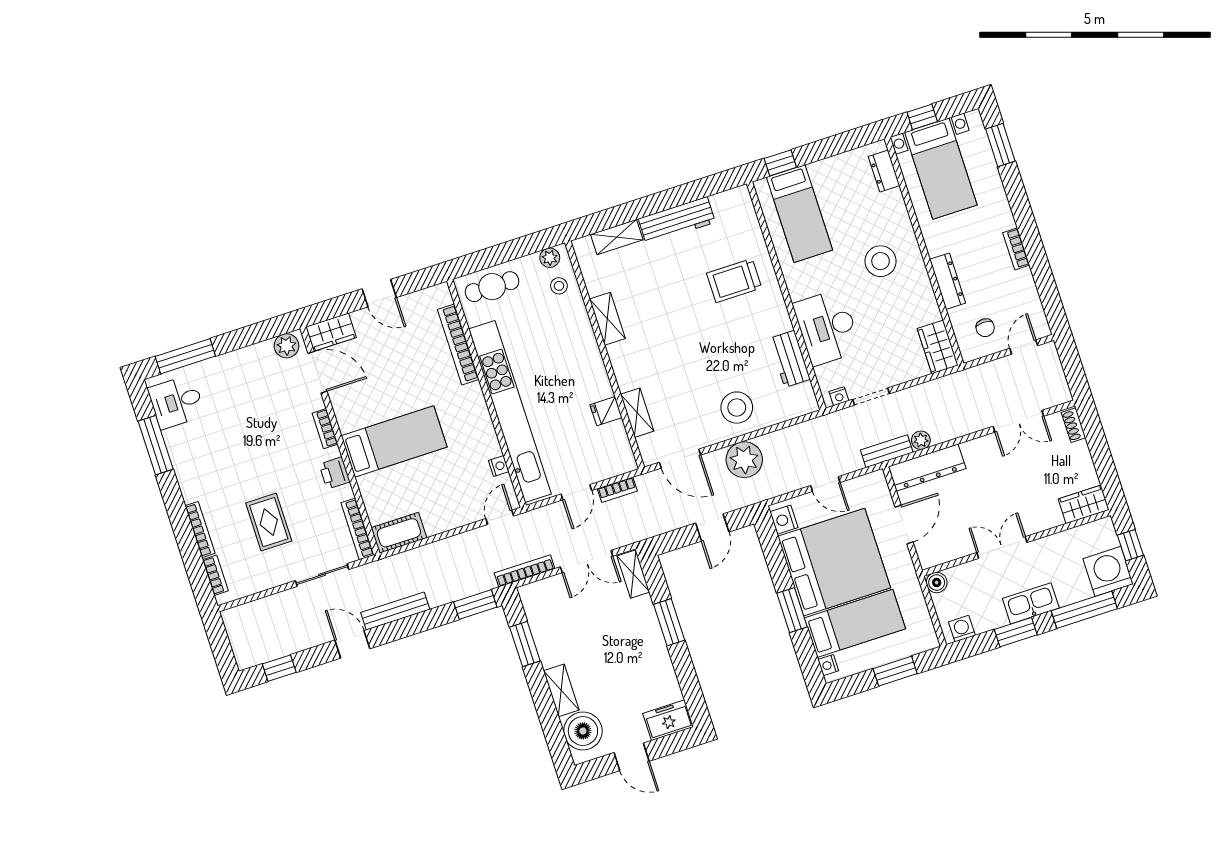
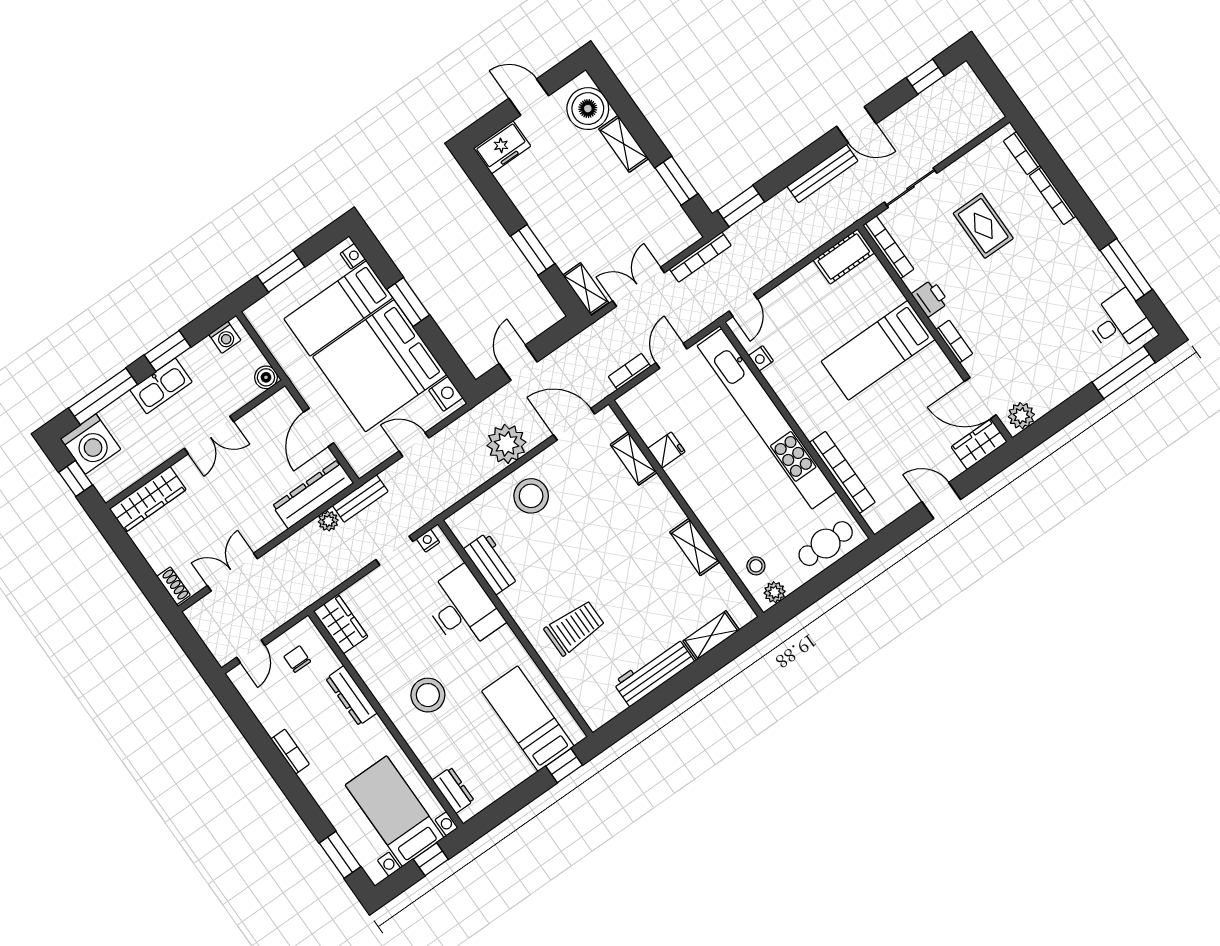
wardrobe: (1084, 504) -> (148, 499), width x1.50

